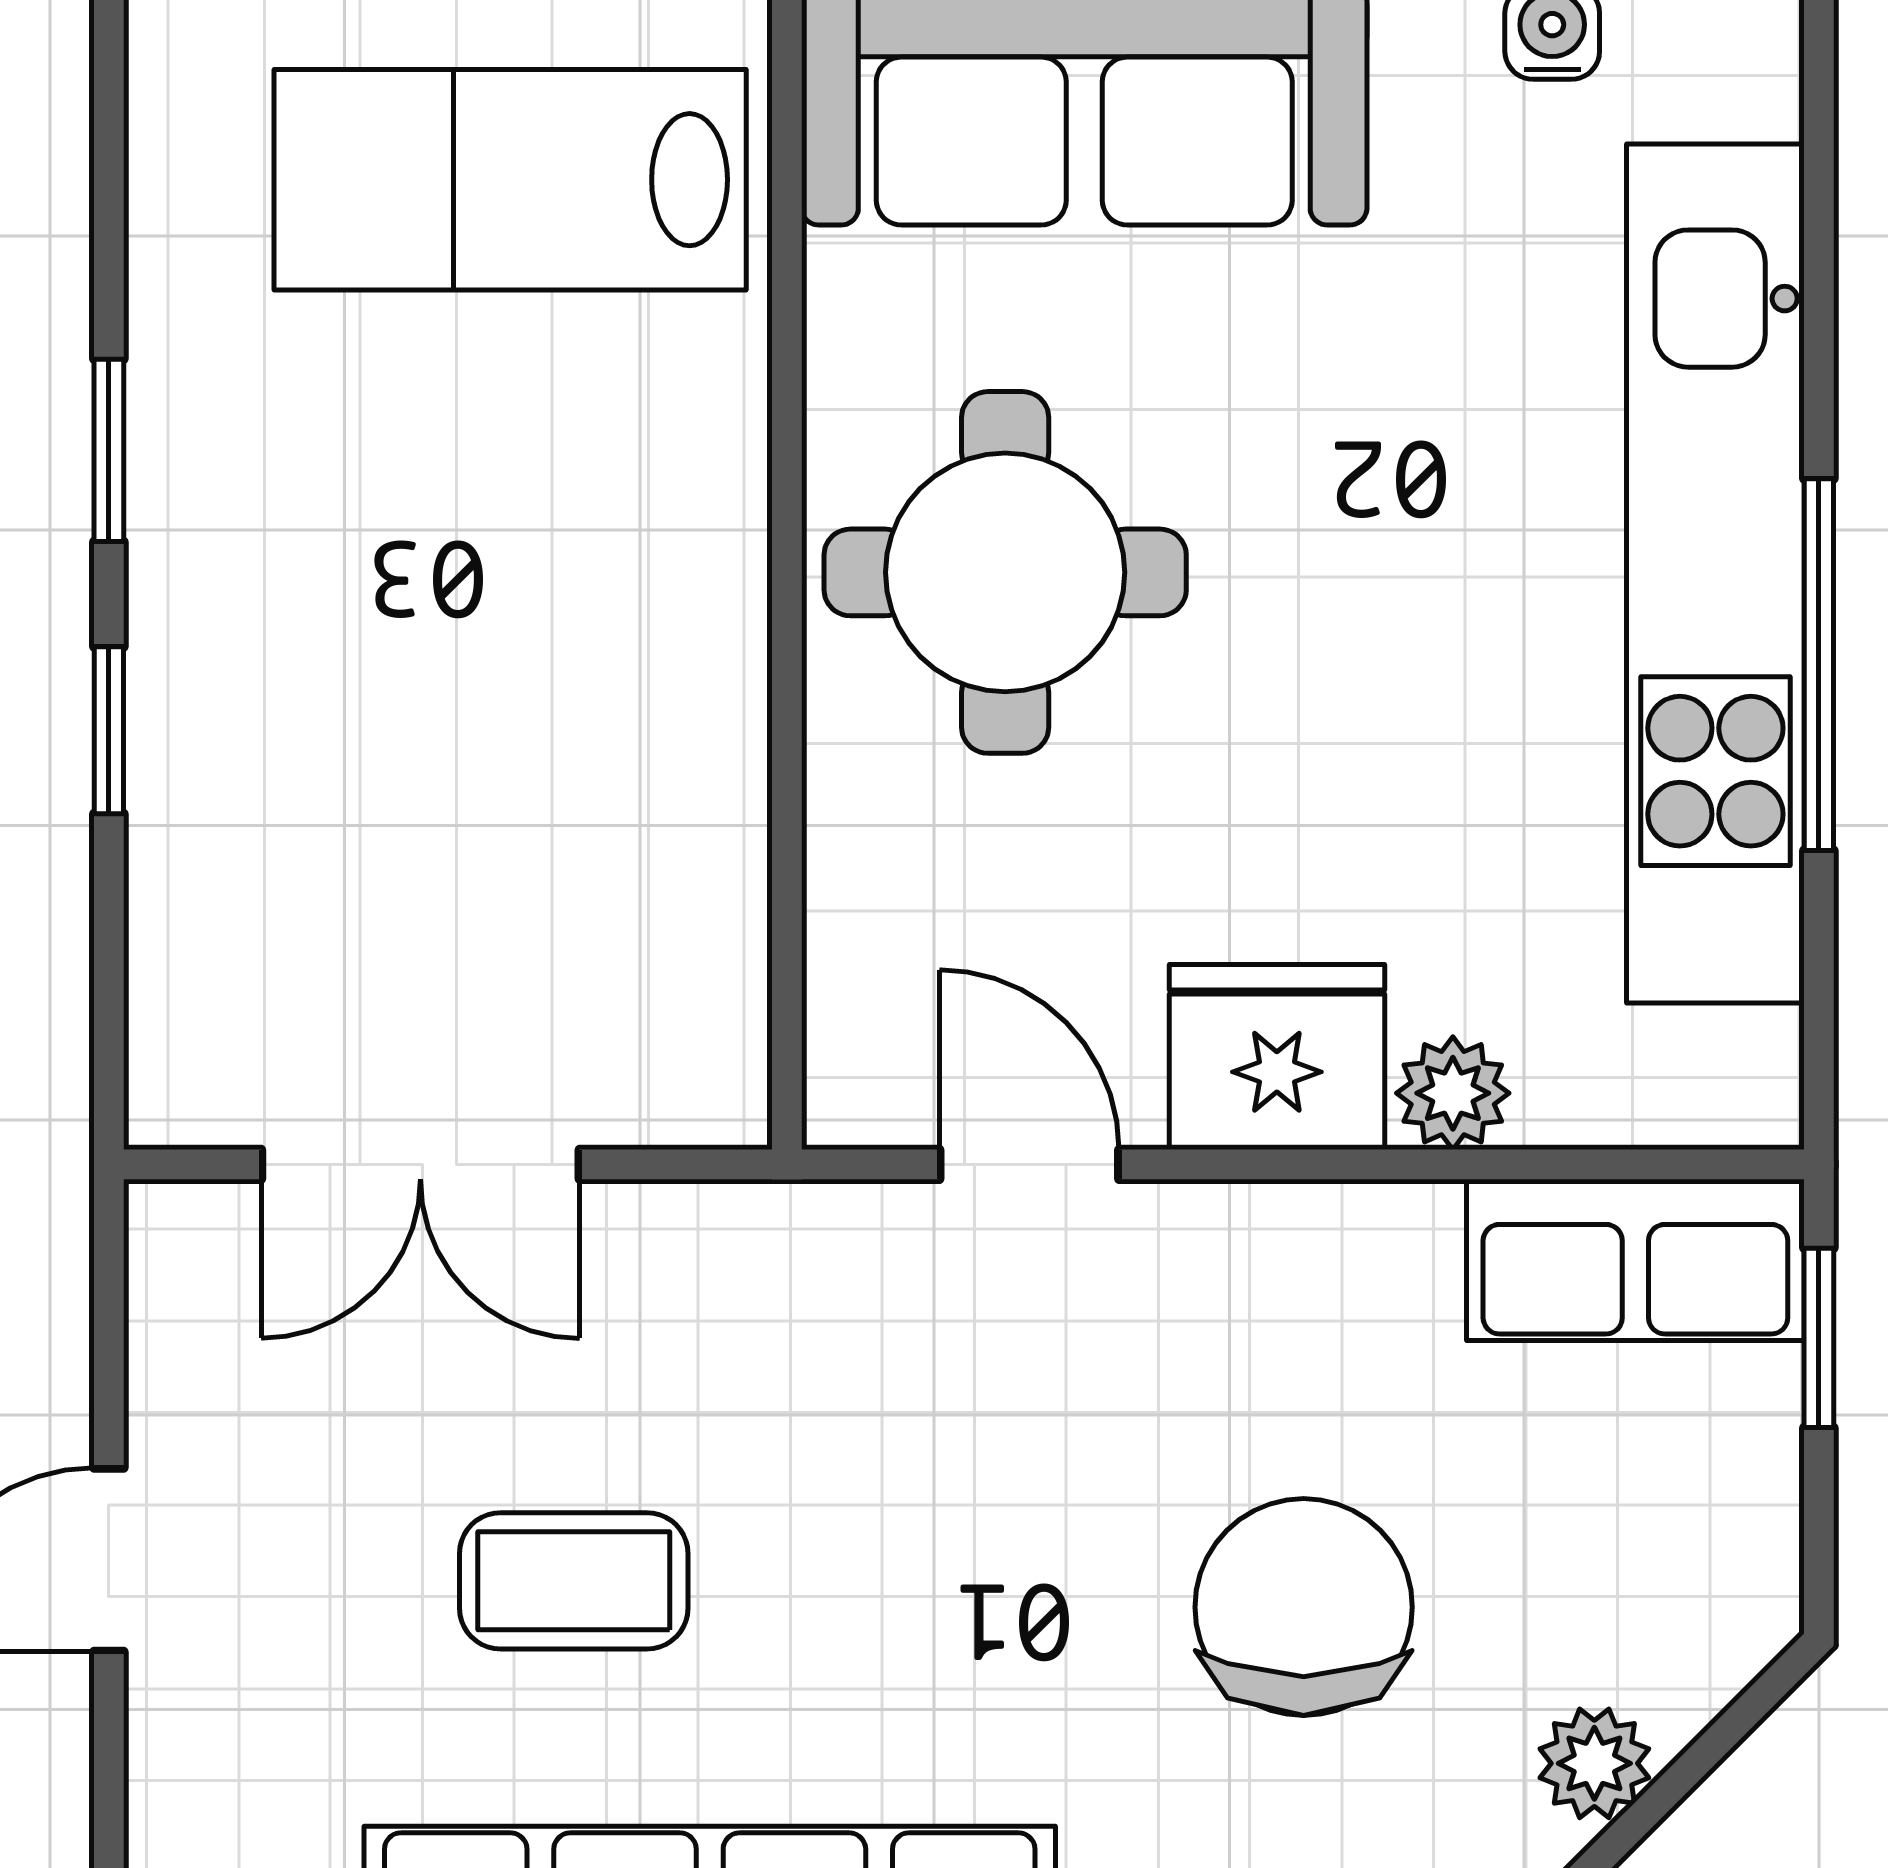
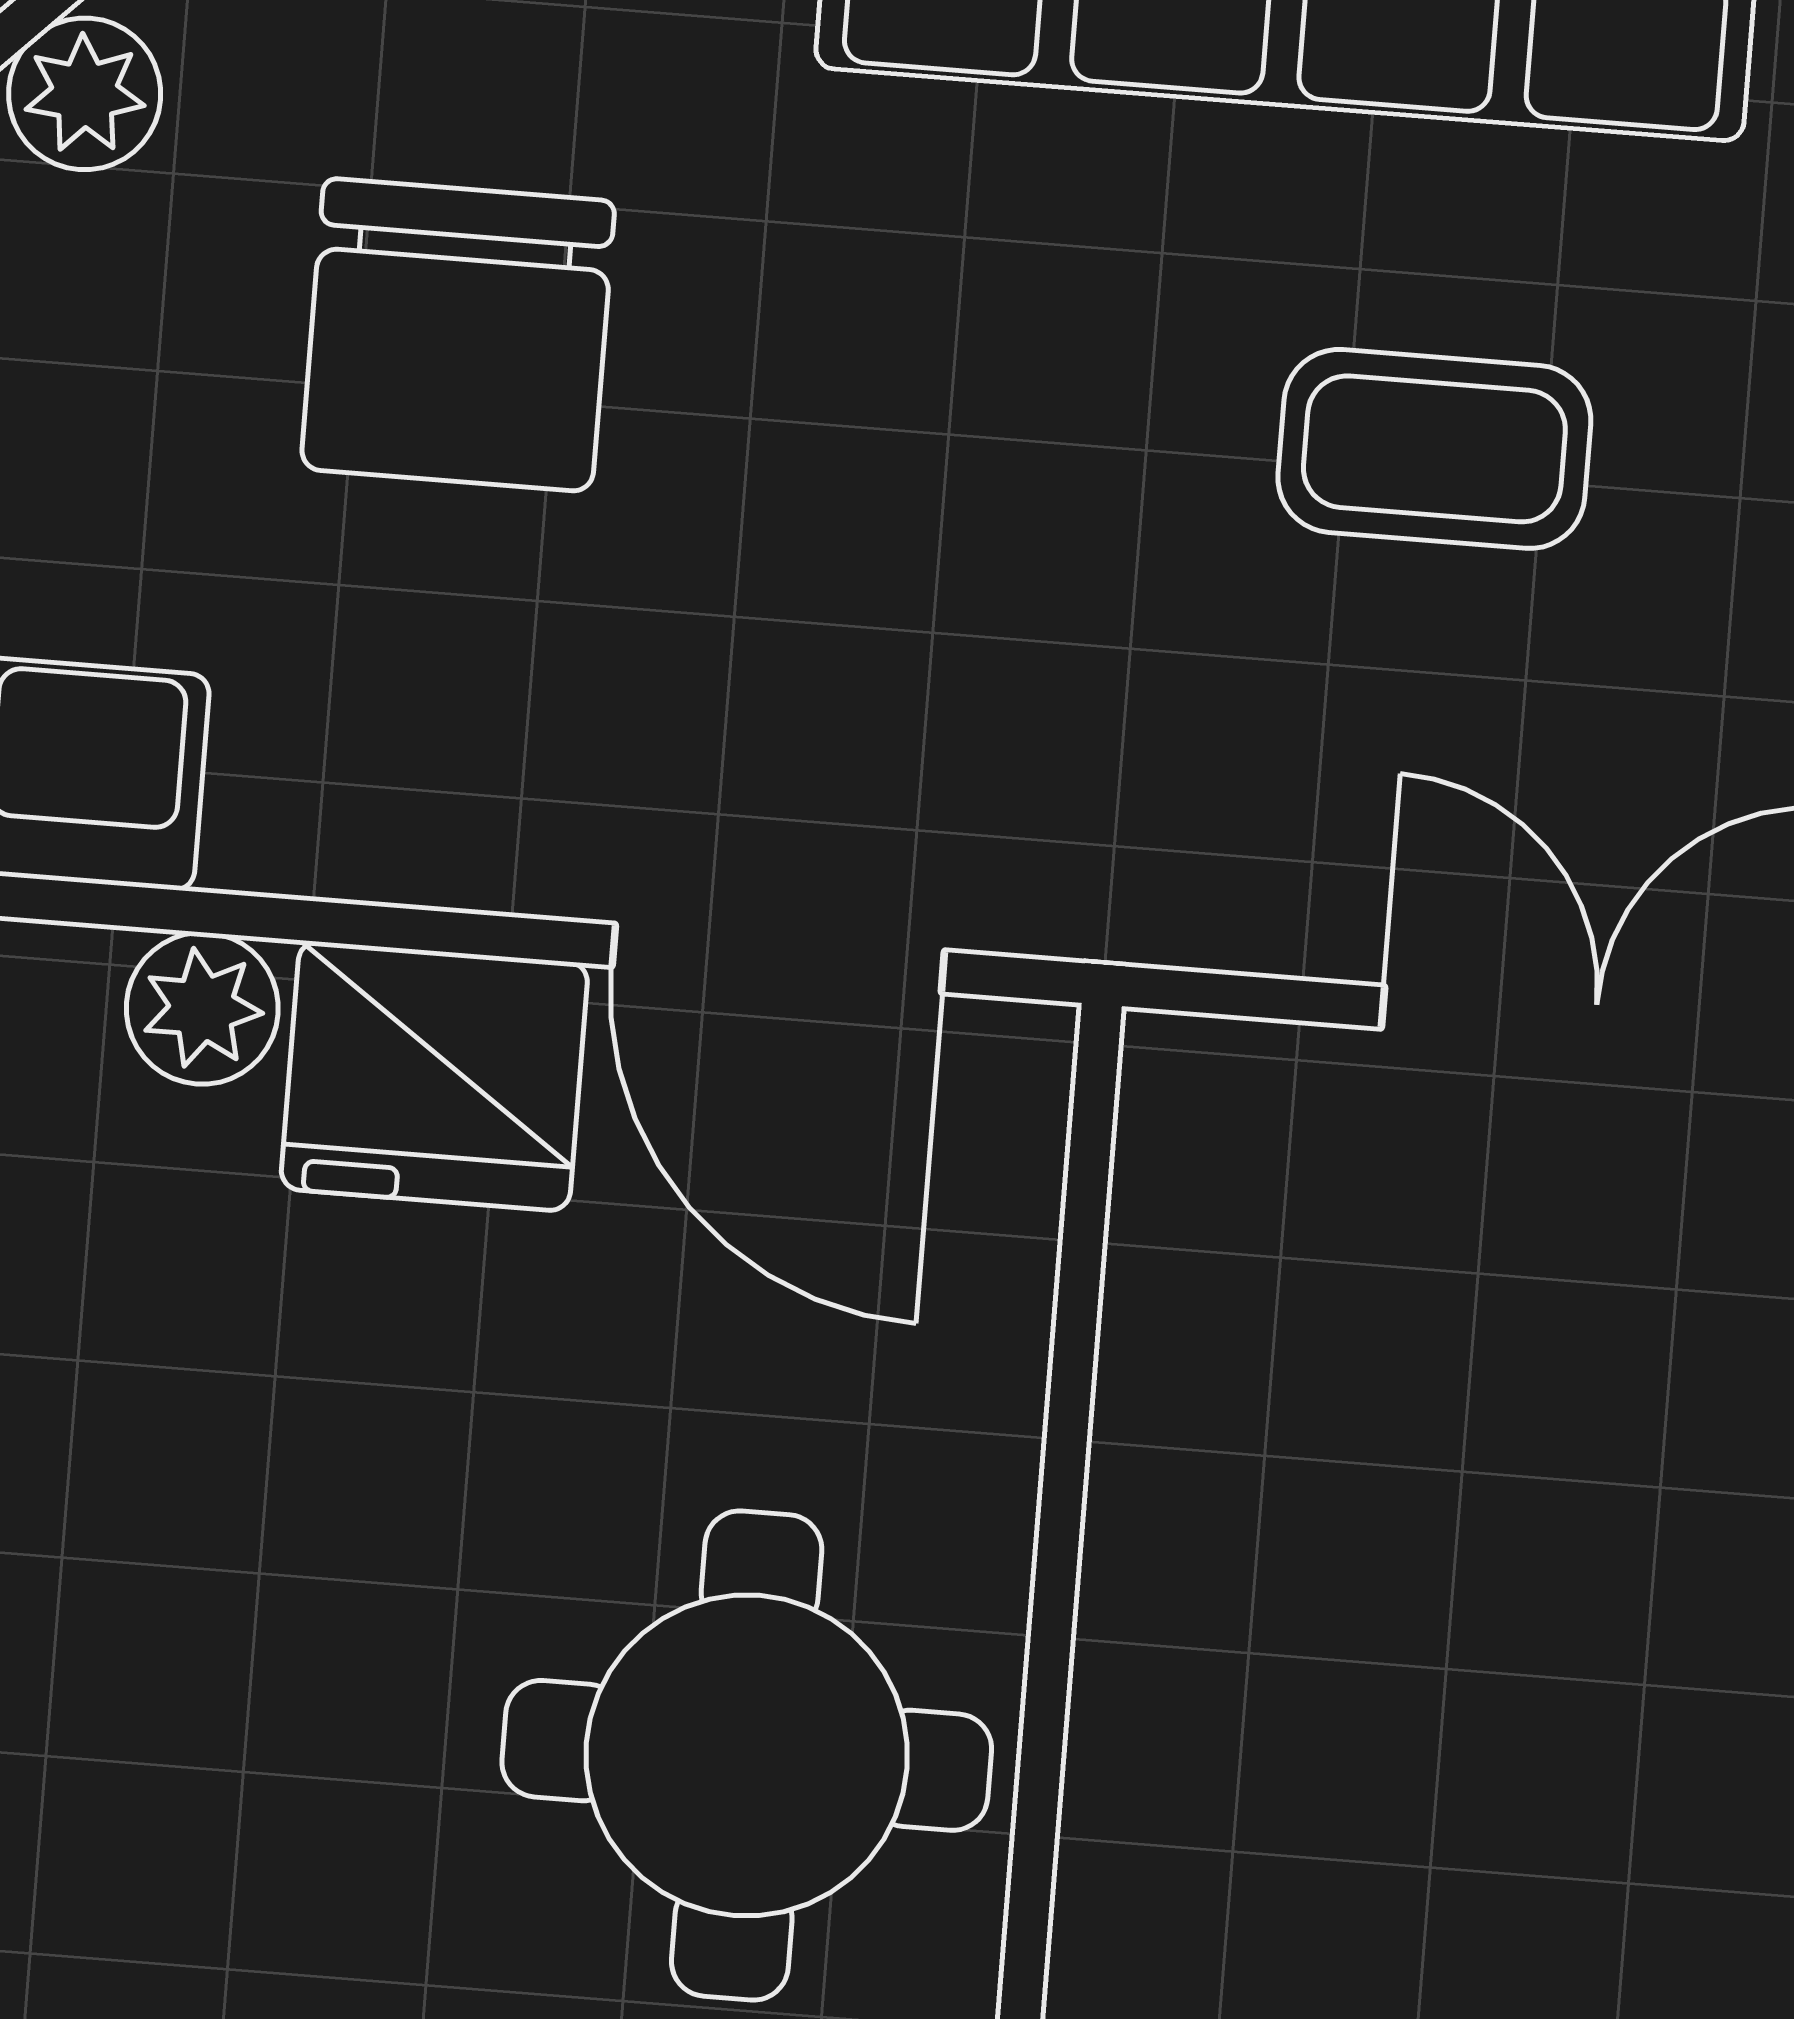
door: (1029, 1164) -> (778, 959), width x1.38

